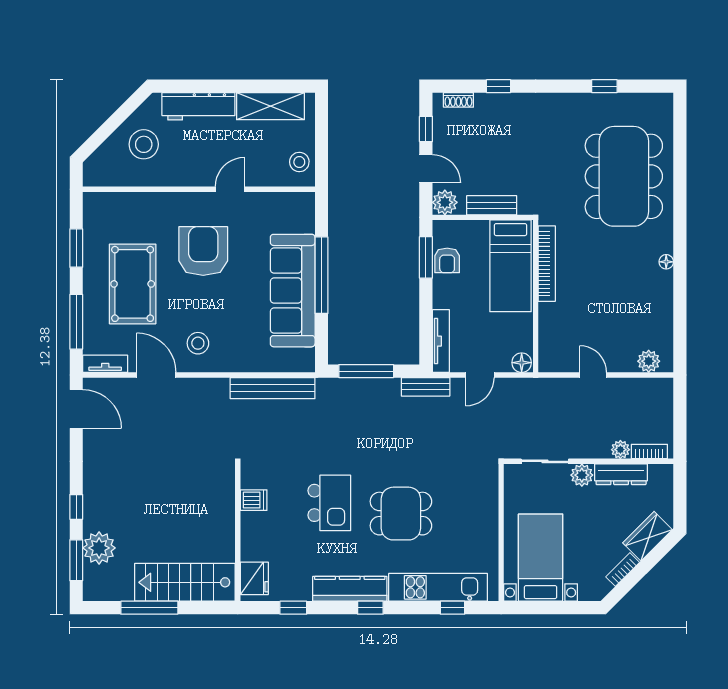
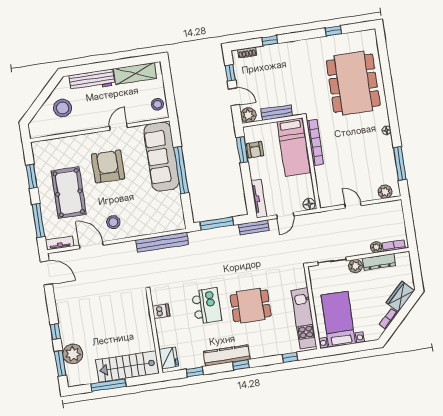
sofa: (293, 291) -> (161, 157), moved
window: (680, 319) -> (400, 163), added
kitchen unit: (438, 587) -> (304, 318), moved, turned -90

